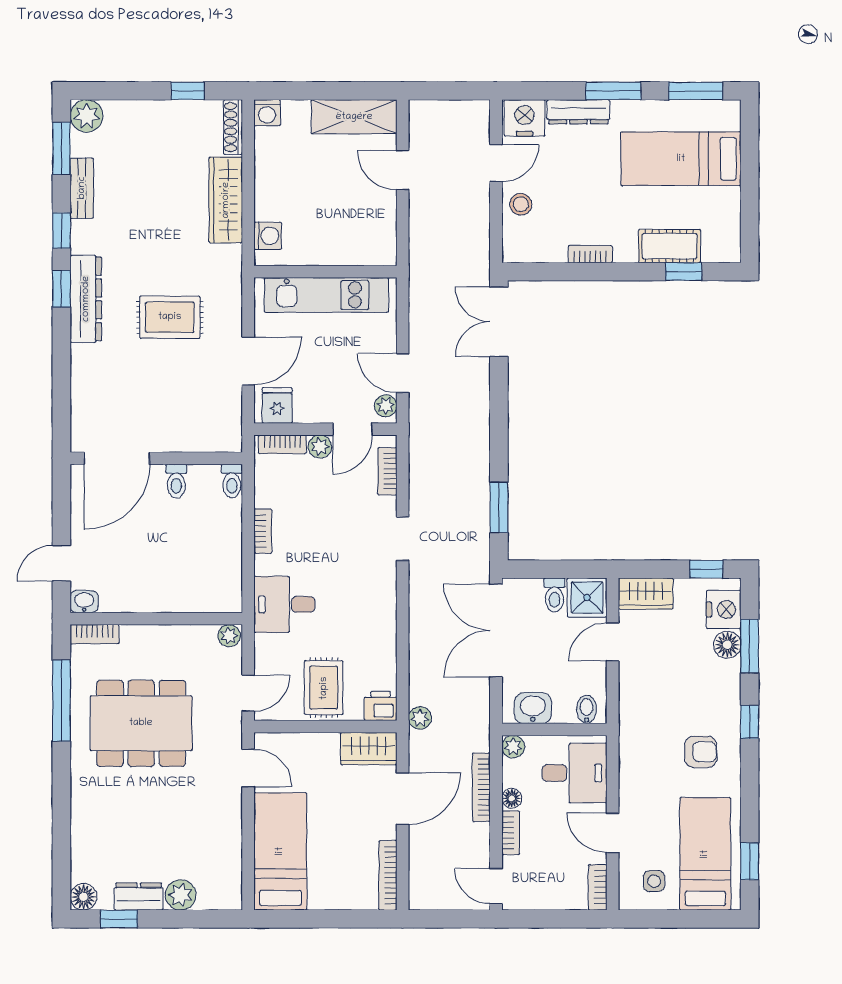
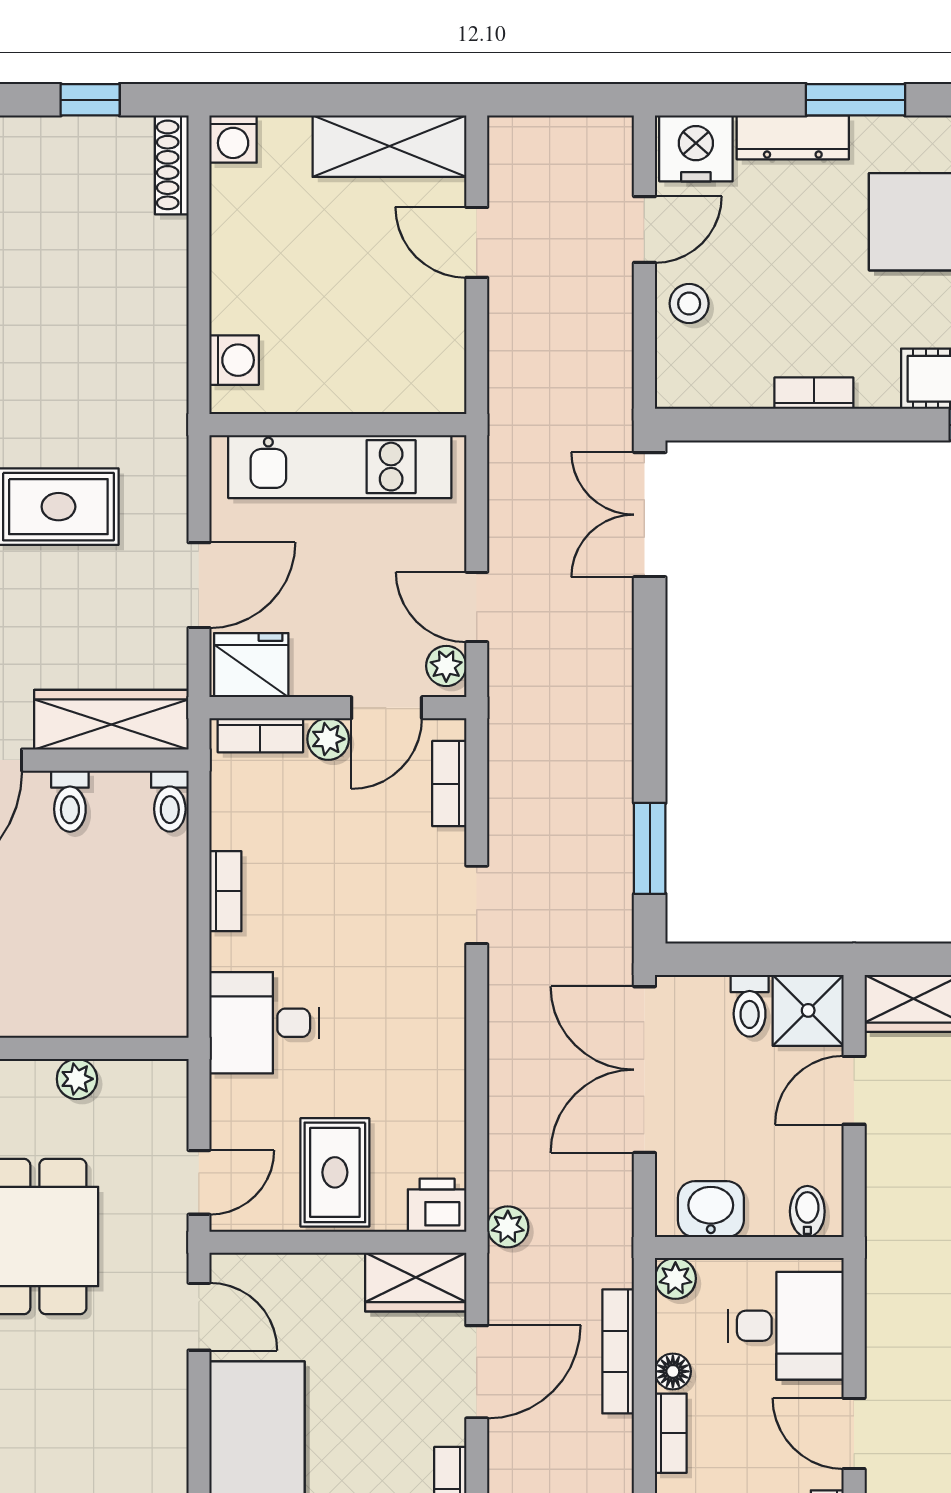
wardrobe: (226, 200) -> (111, 720), moved, turned 90
fridge: (277, 405) -> (251, 665), width x1.38
plant: (229, 636) -> (77, 1079), moved

